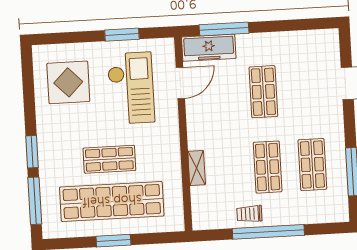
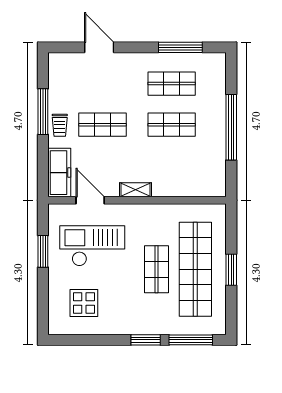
window: (224, 29) -> (43, 112), moved
display table: (68, 82) -> (84, 303), width x0.73, depth x0.73
shelving: (197, 168) -> (135, 190), moved
trolley: (249, 214) -> (60, 125), moved

